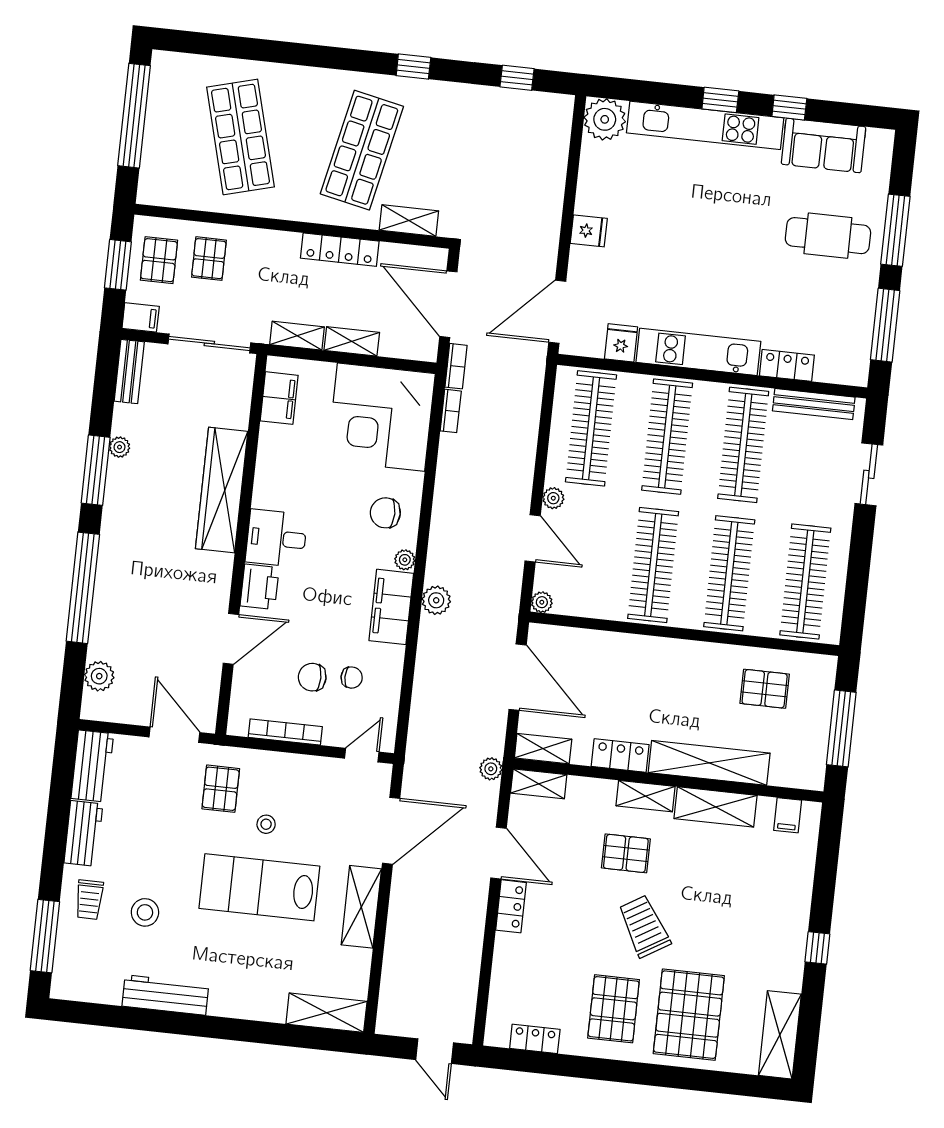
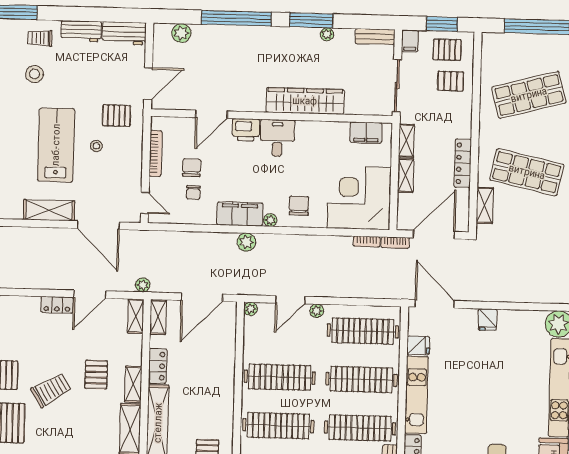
door: (231, 639) -> (212, 114), hinge flipped

